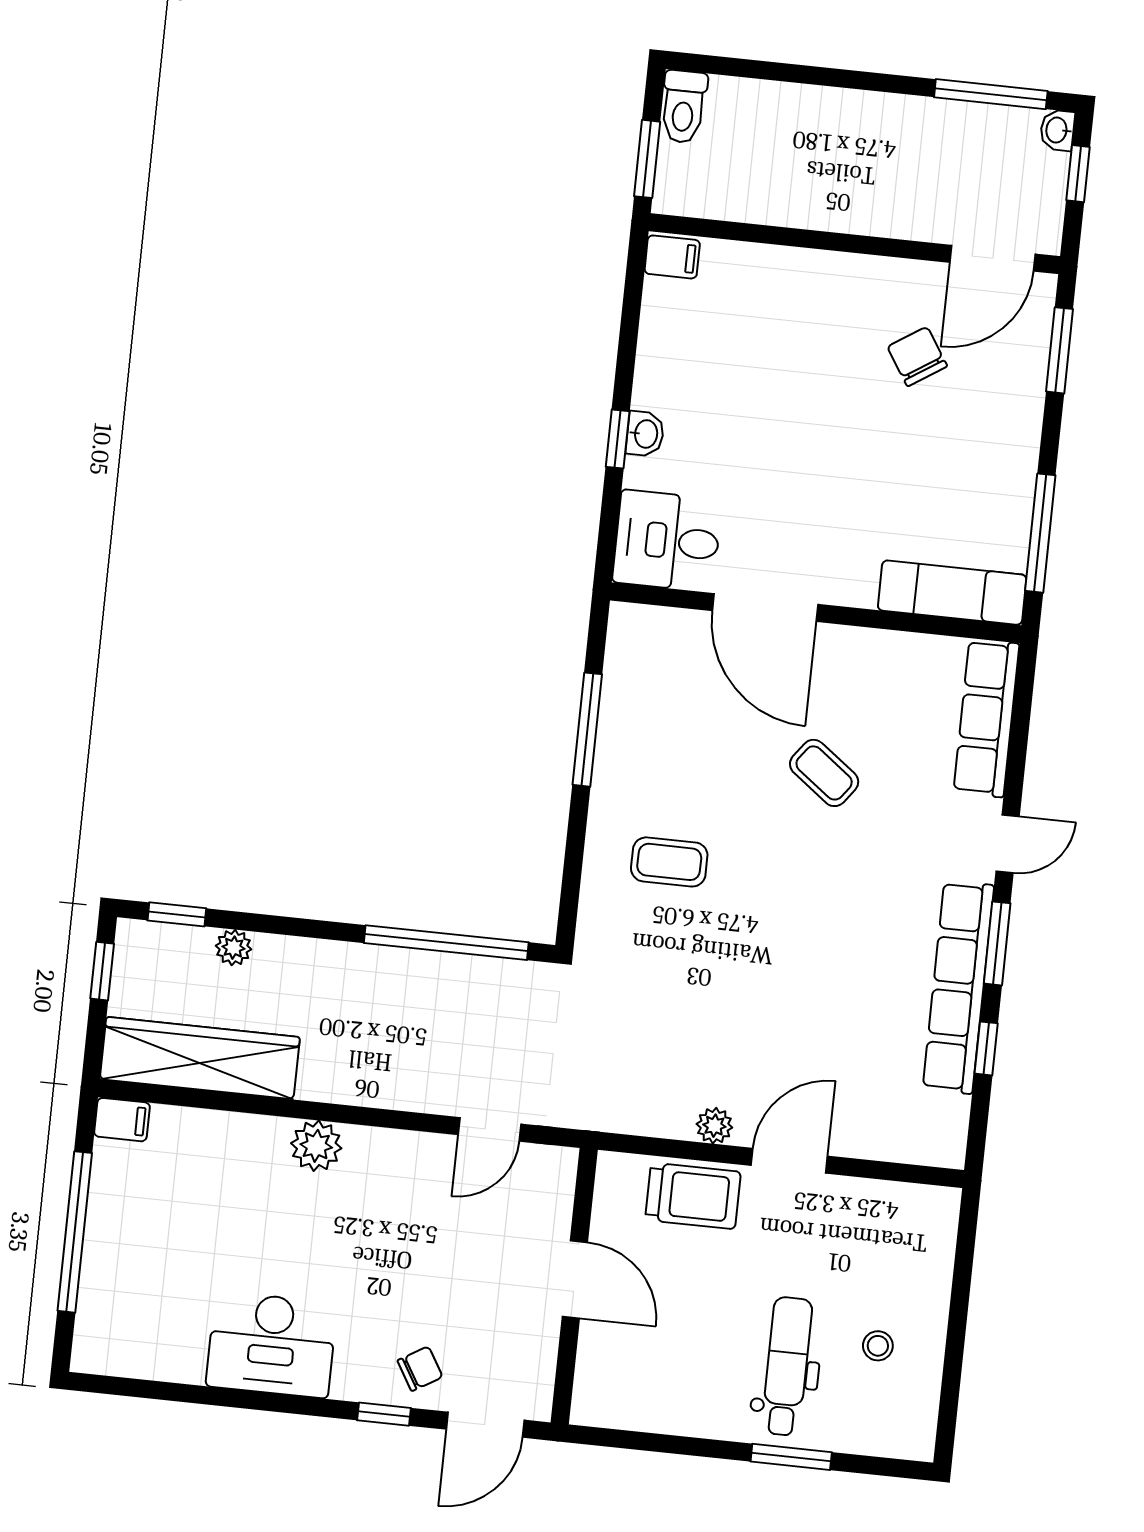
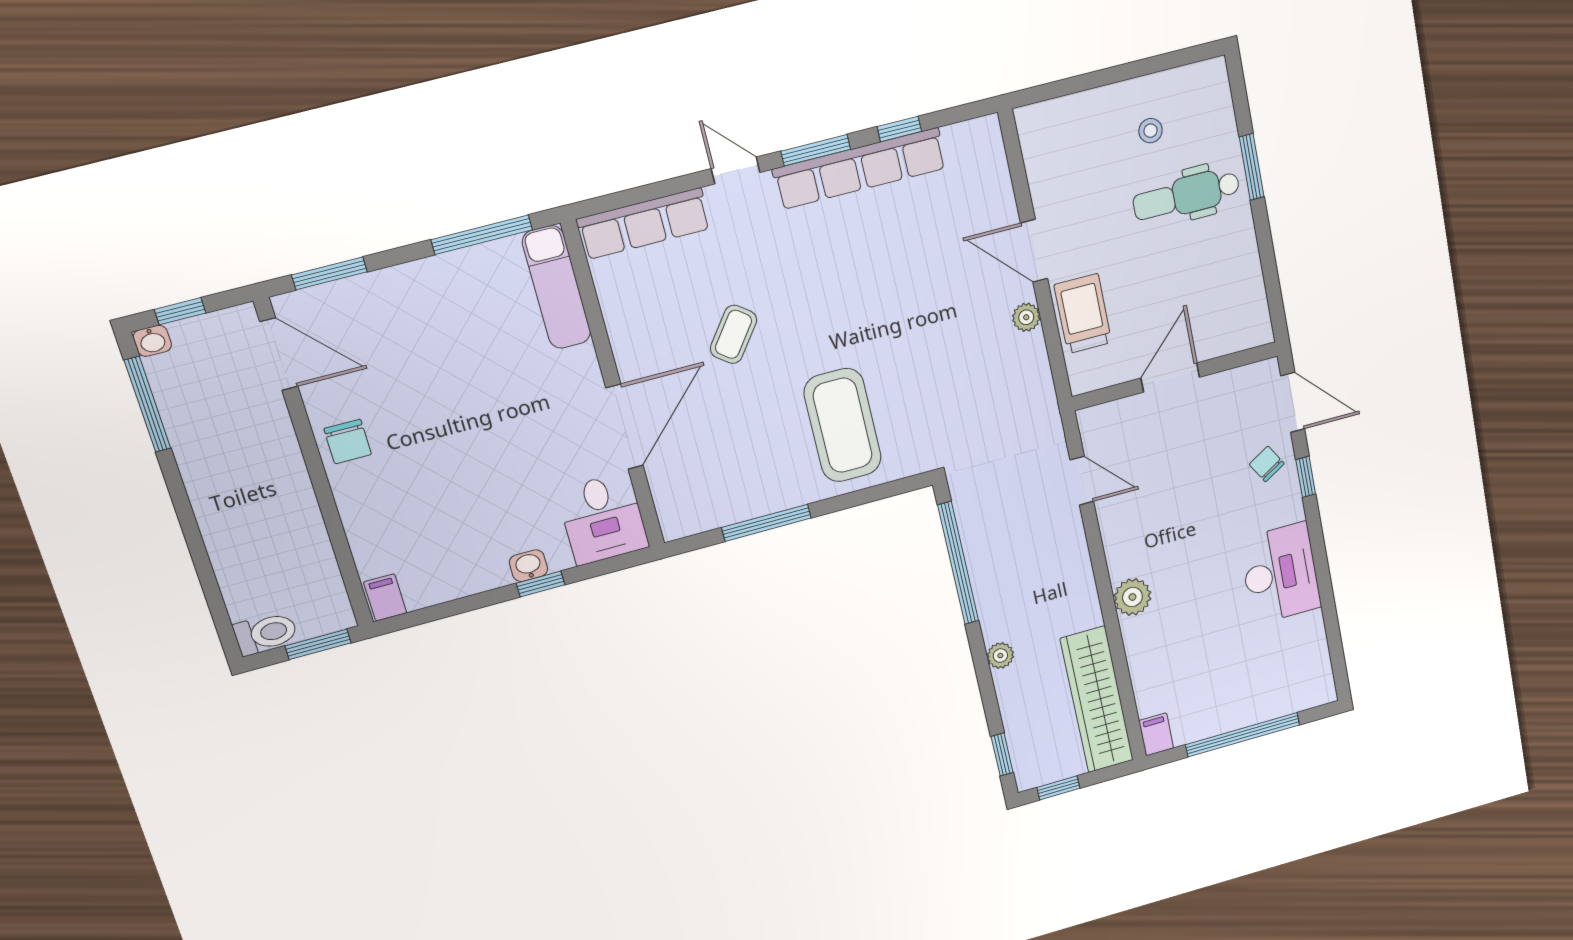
chair: (917, 356) -> (348, 442), moved, turned -57
coffee table: (669, 862) -> (843, 425), width x1.86, depth x1.72
plant: (234, 948) -> (1000, 656), moved

